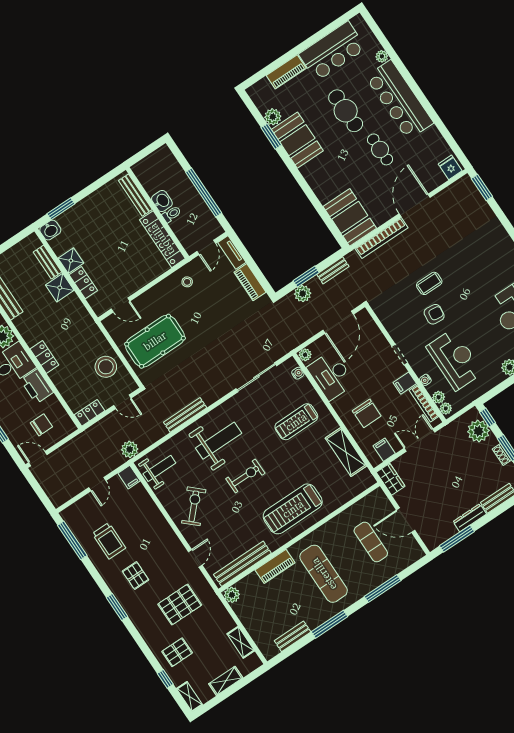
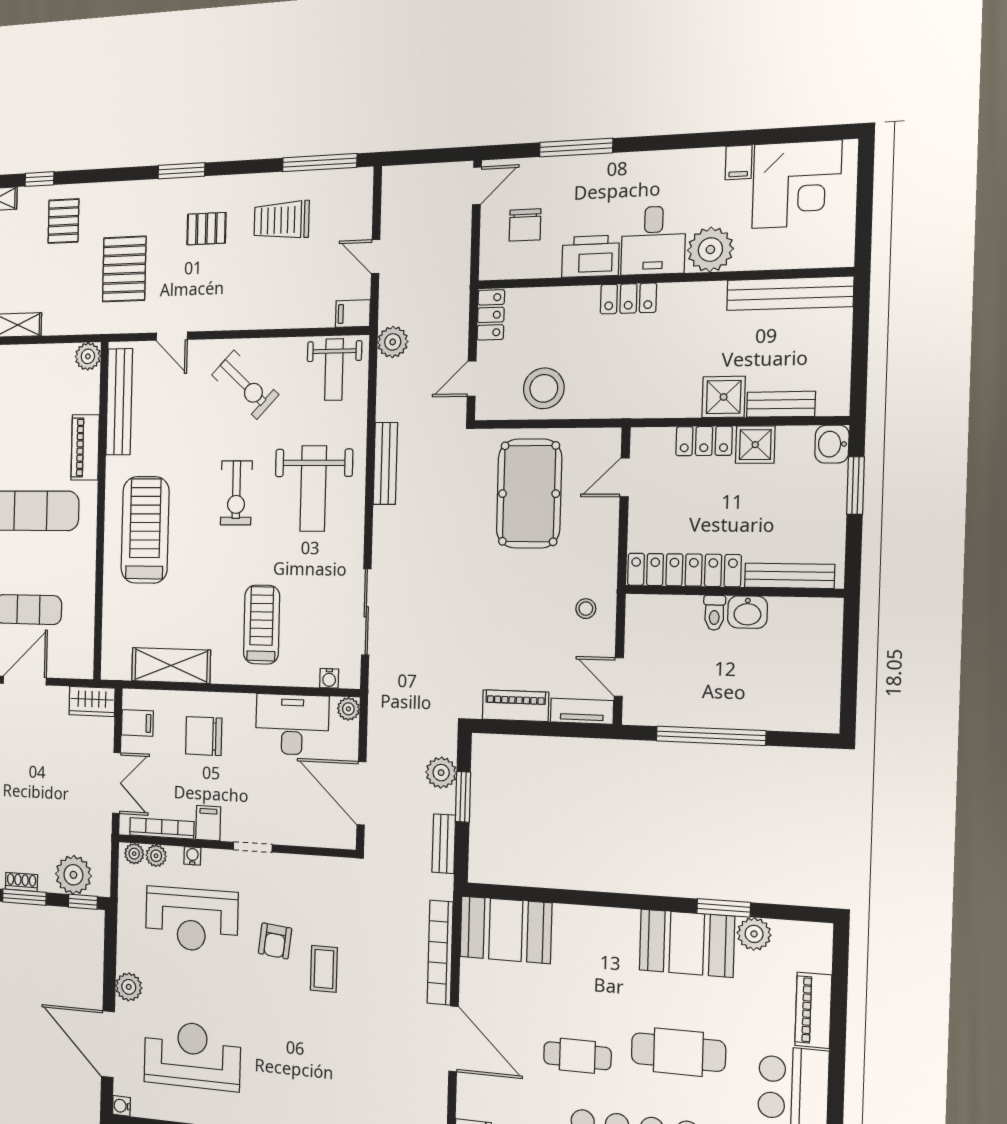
bench: (135, 195) -> (789, 576), moved
washbasin: (162, 201) -> (747, 612), moved
wall: (157, 213) -> (733, 591), moved
toilet: (172, 214) -> (714, 613), moved
locker: (162, 239) -> (684, 570), moved

